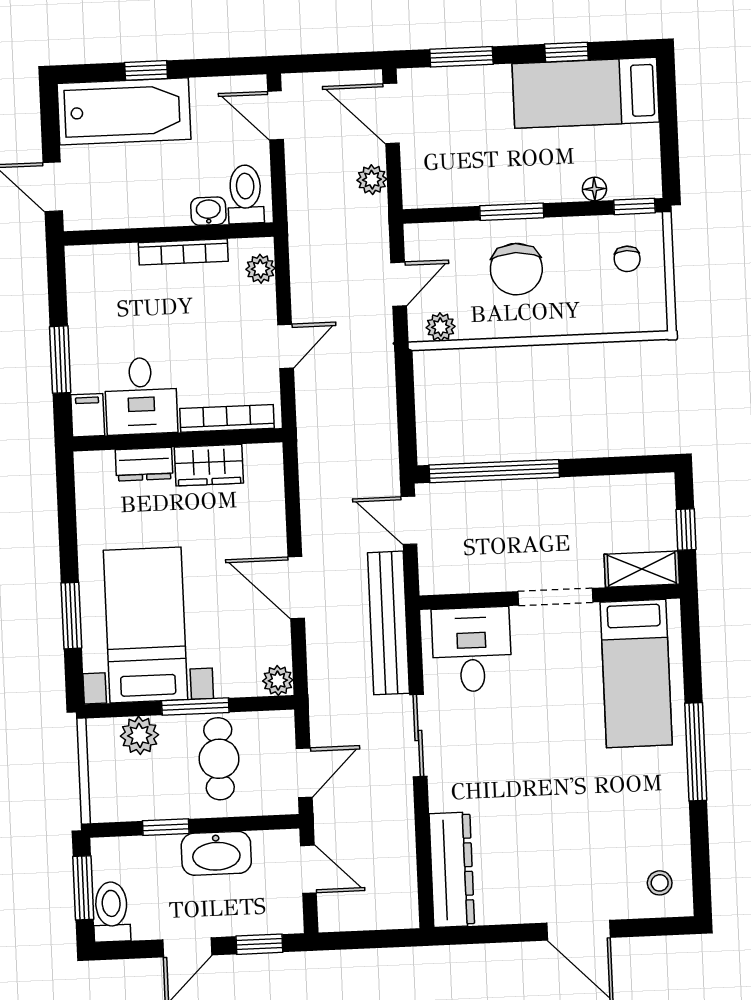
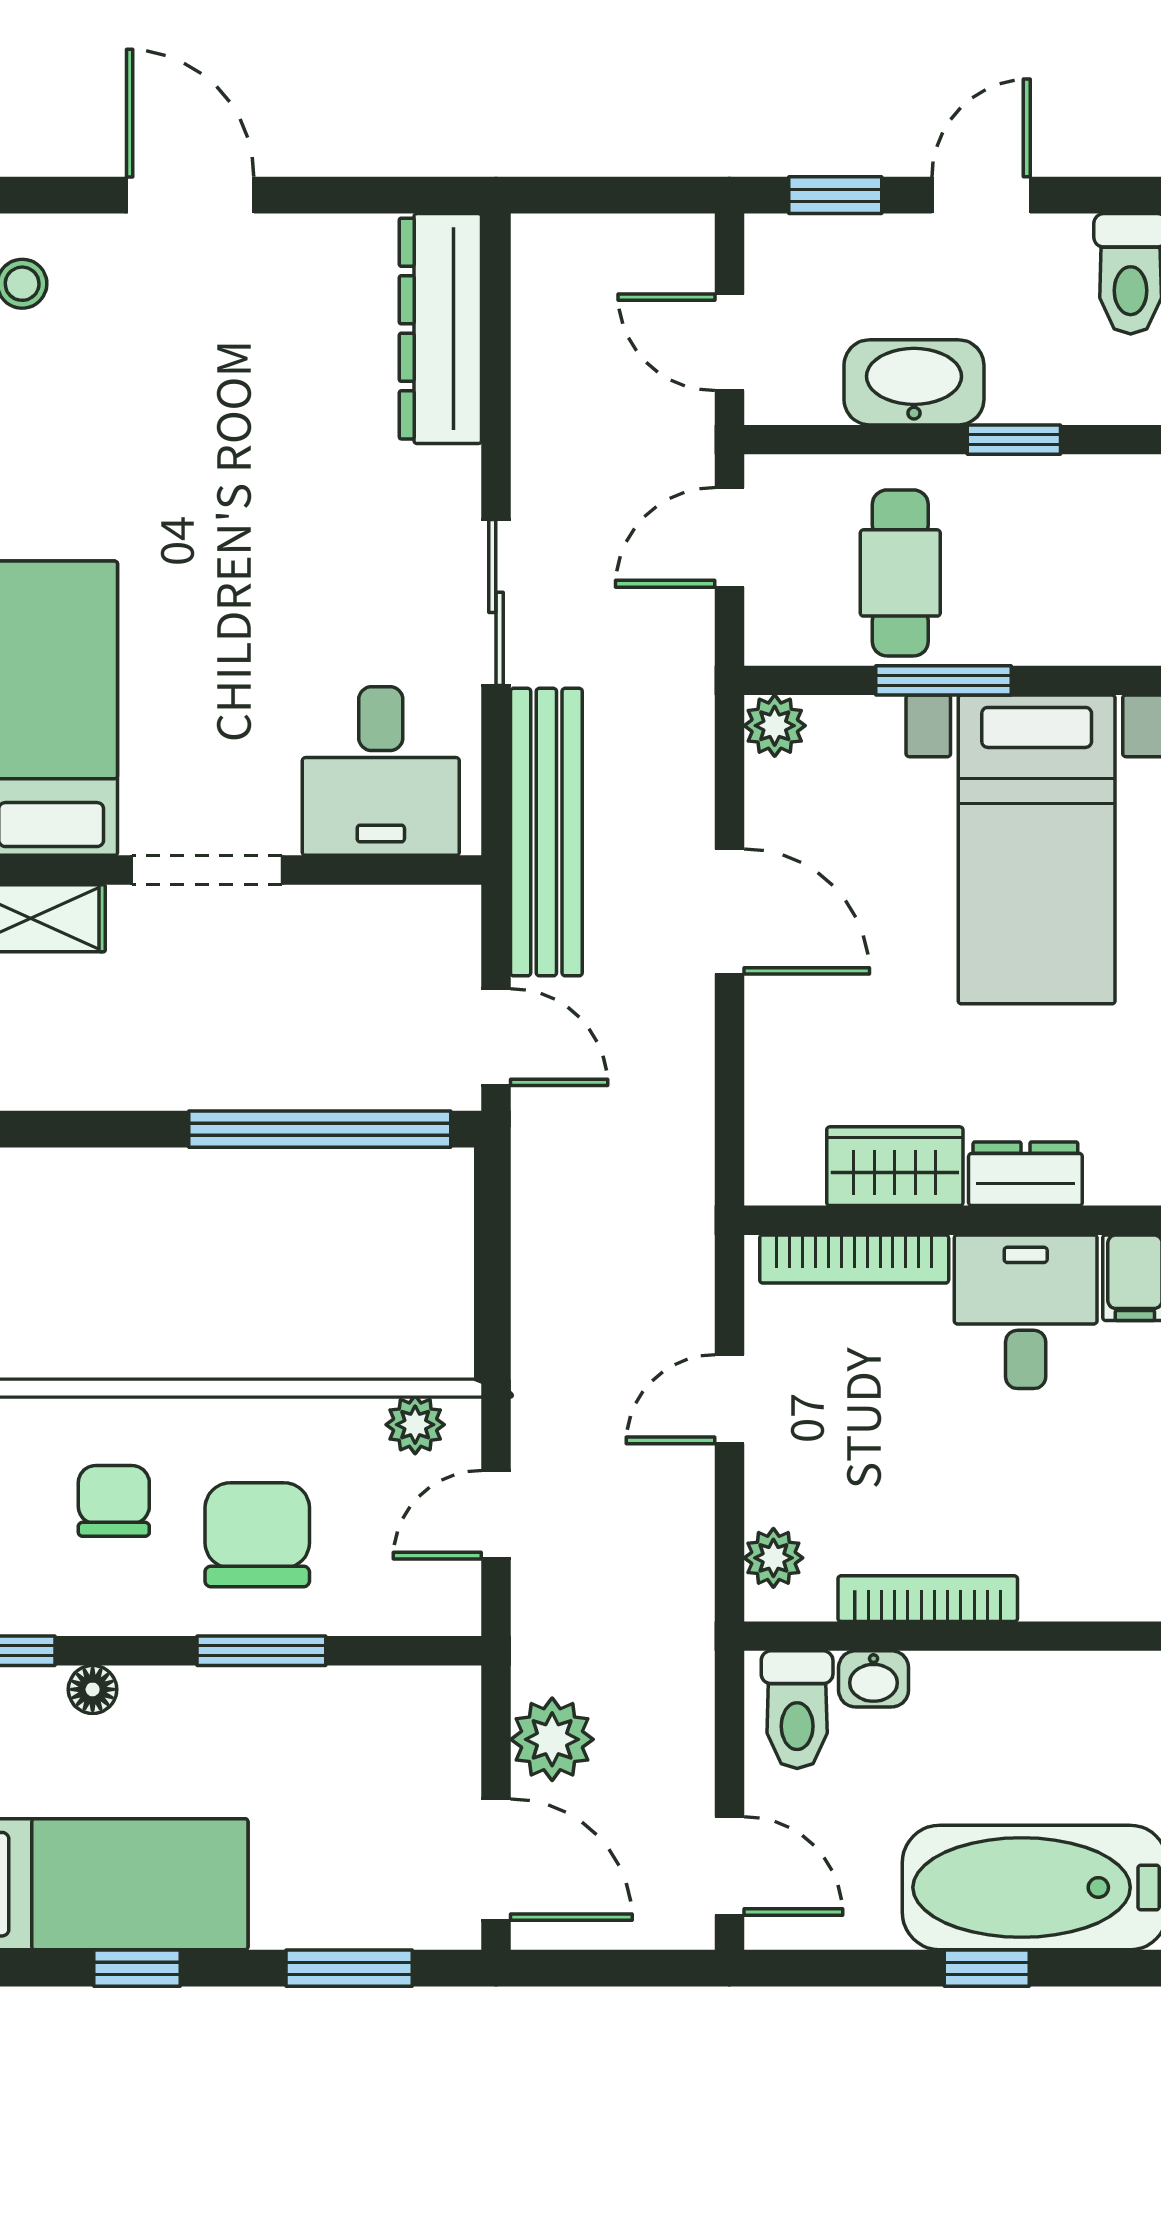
plant: (372, 180) -> (552, 1739), width x1.38, depth x1.38
chair: (627, 259) -> (114, 1501), moved, width x1.37, depth x1.37
plant: (140, 735) -> (1059, 627), removed

